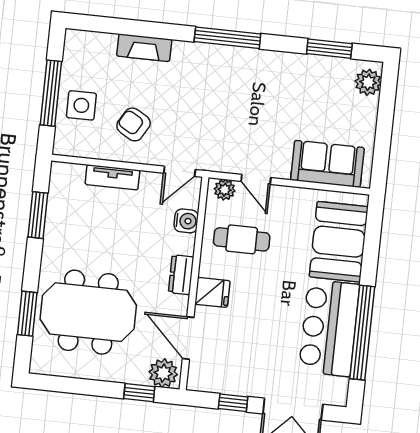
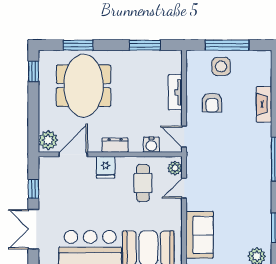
armchair: (134, 124) -> (212, 103), turned 150
window: (139, 393) -> (33, 71), moved

